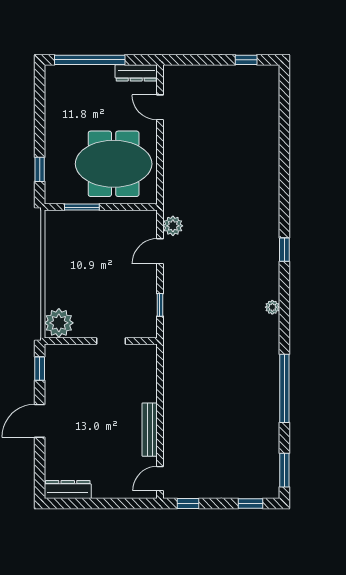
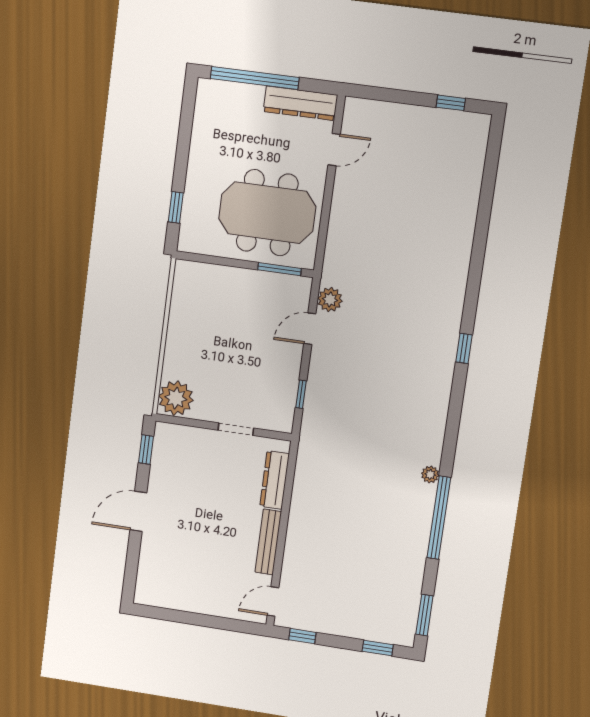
dresser: (136, 73) -> (300, 103), width x1.37, depth x1.24
door: (160, 107) -> (334, 150), swing flipped
window: (82, 207) -> (279, 269), moved
plant: (272, 307) -> (430, 474), moved
dresser: (68, 490) -> (275, 480), moved, turned -90

